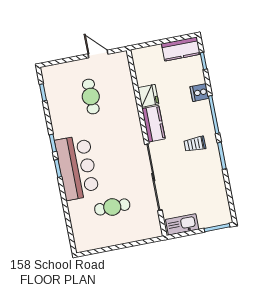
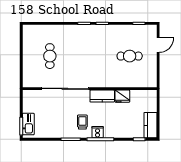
door: (98, 54) -> (158, 45), moved
cooker: (199, 93) -> (98, 132), moved
bar counter: (77, 167) -> (82, 37), removed
kitchen sink: (182, 224) -> (28, 124), moved

